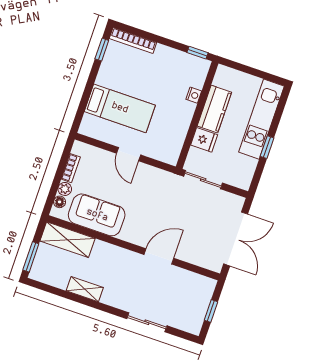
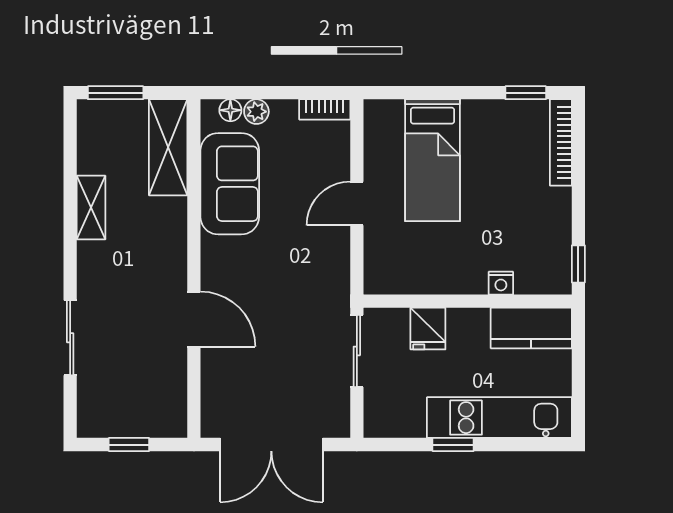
kitchen counter: (214, 109) -> (531, 328), moved
bookcase: (71, 168) -> (325, 109), moved

